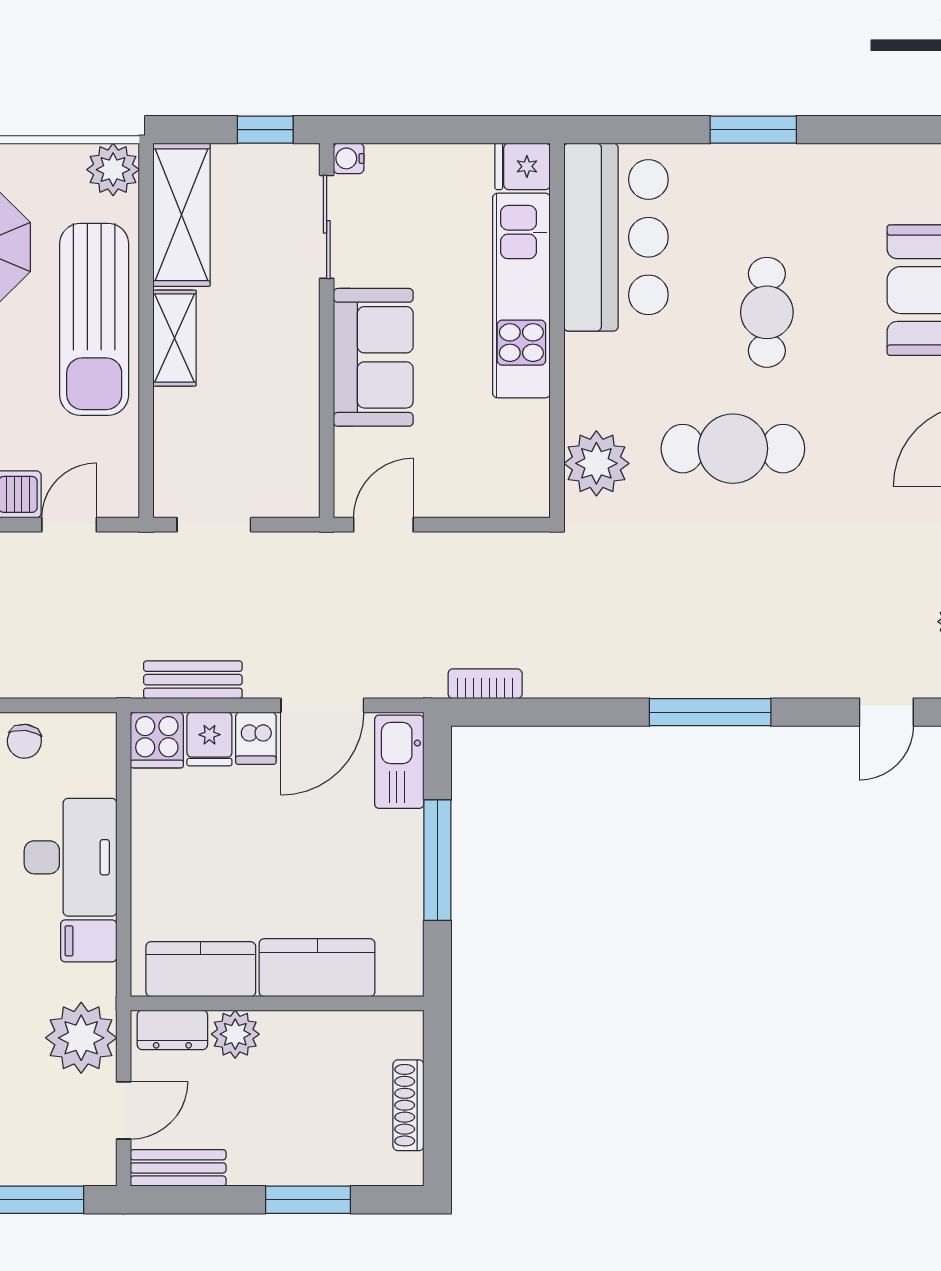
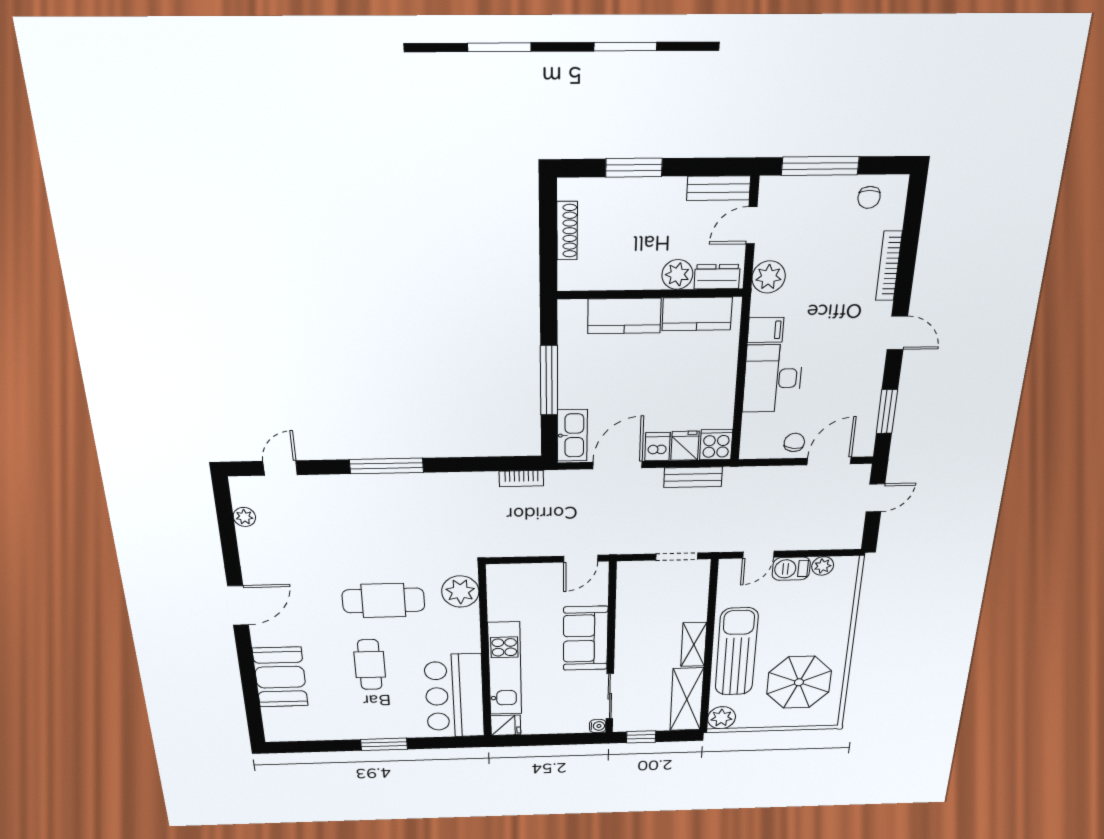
plant: (81, 1038) -> (769, 277), width x0.73, depth x0.73

